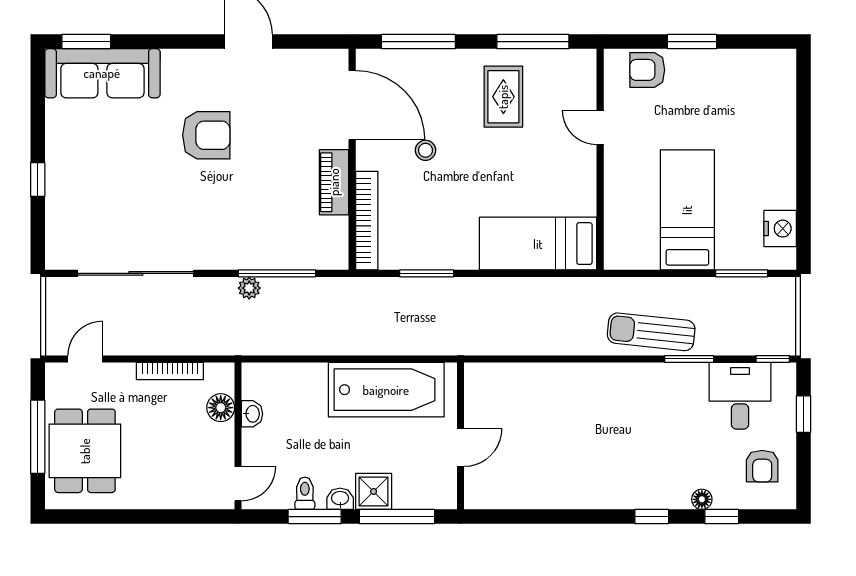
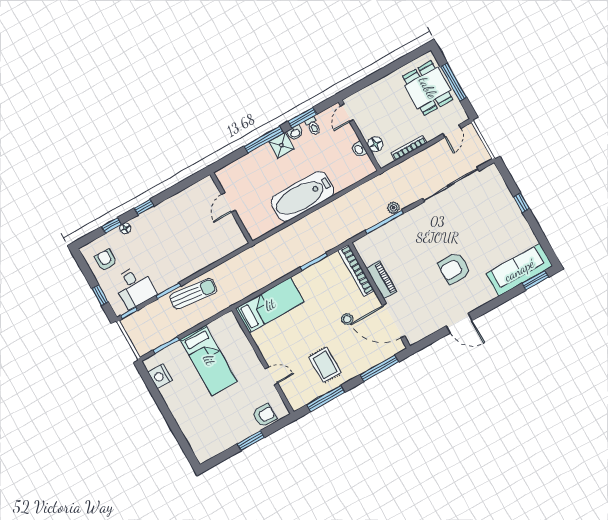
wall: (460, 436) -> (231, 208), moved
door: (460, 448) -> (228, 202), moved

